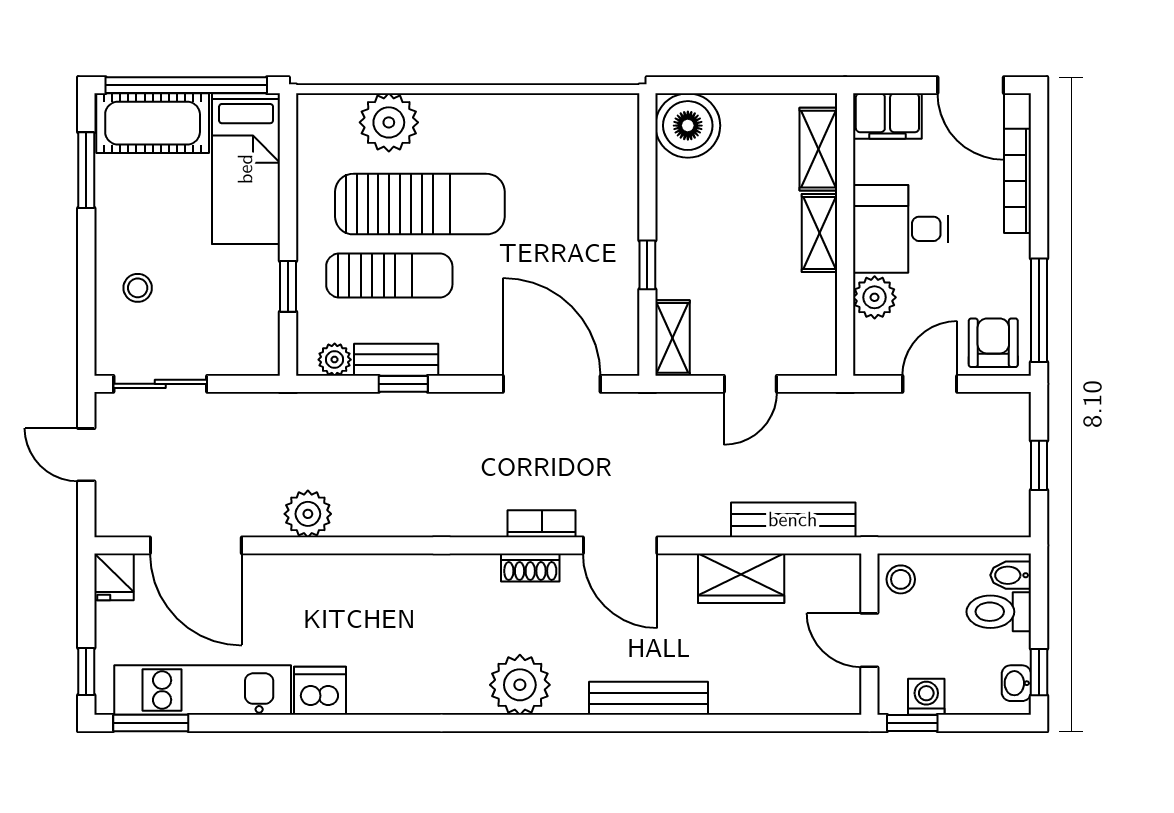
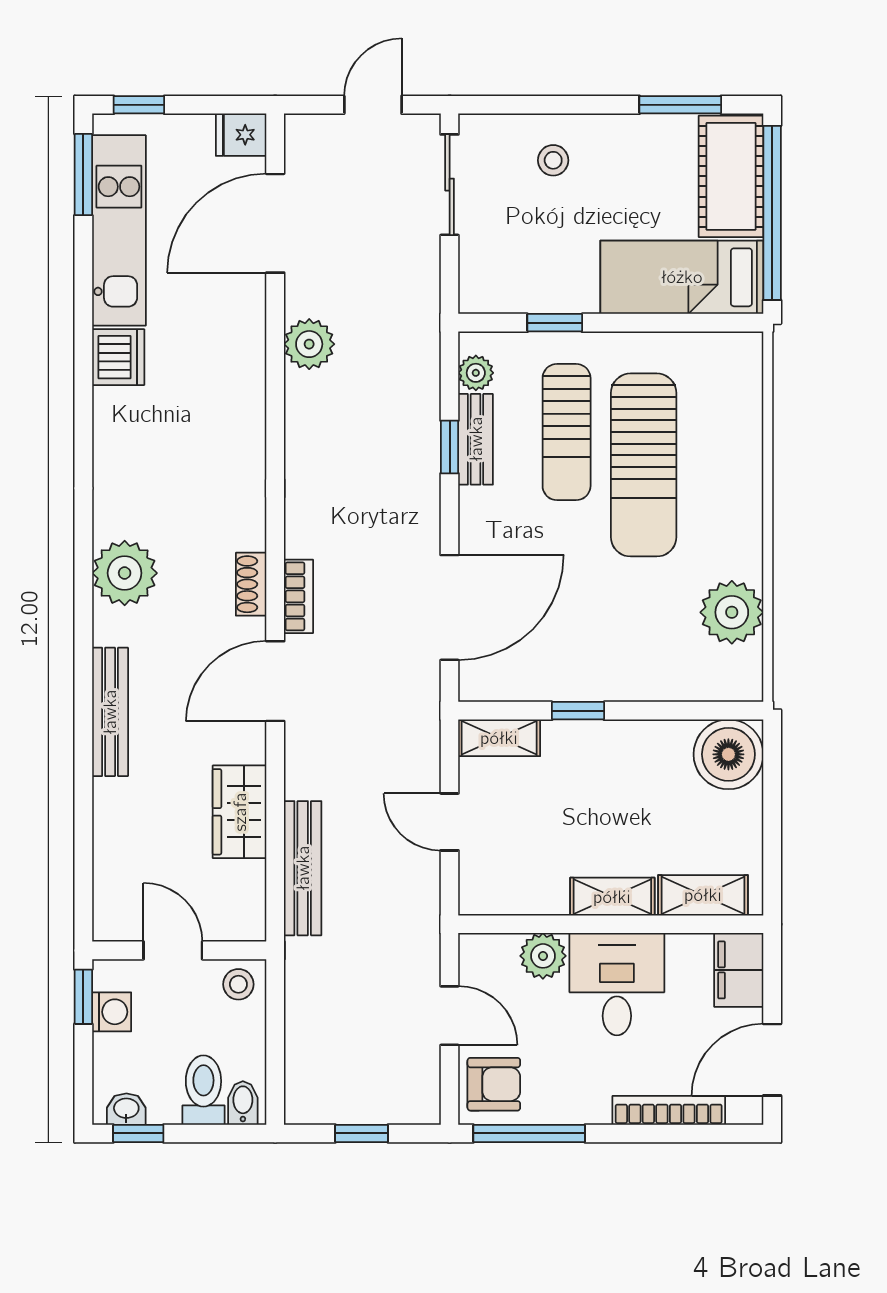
plant: (389, 122) -> (732, 612), moved
door: (869, 640) -> (173, 950), hinge flipped

